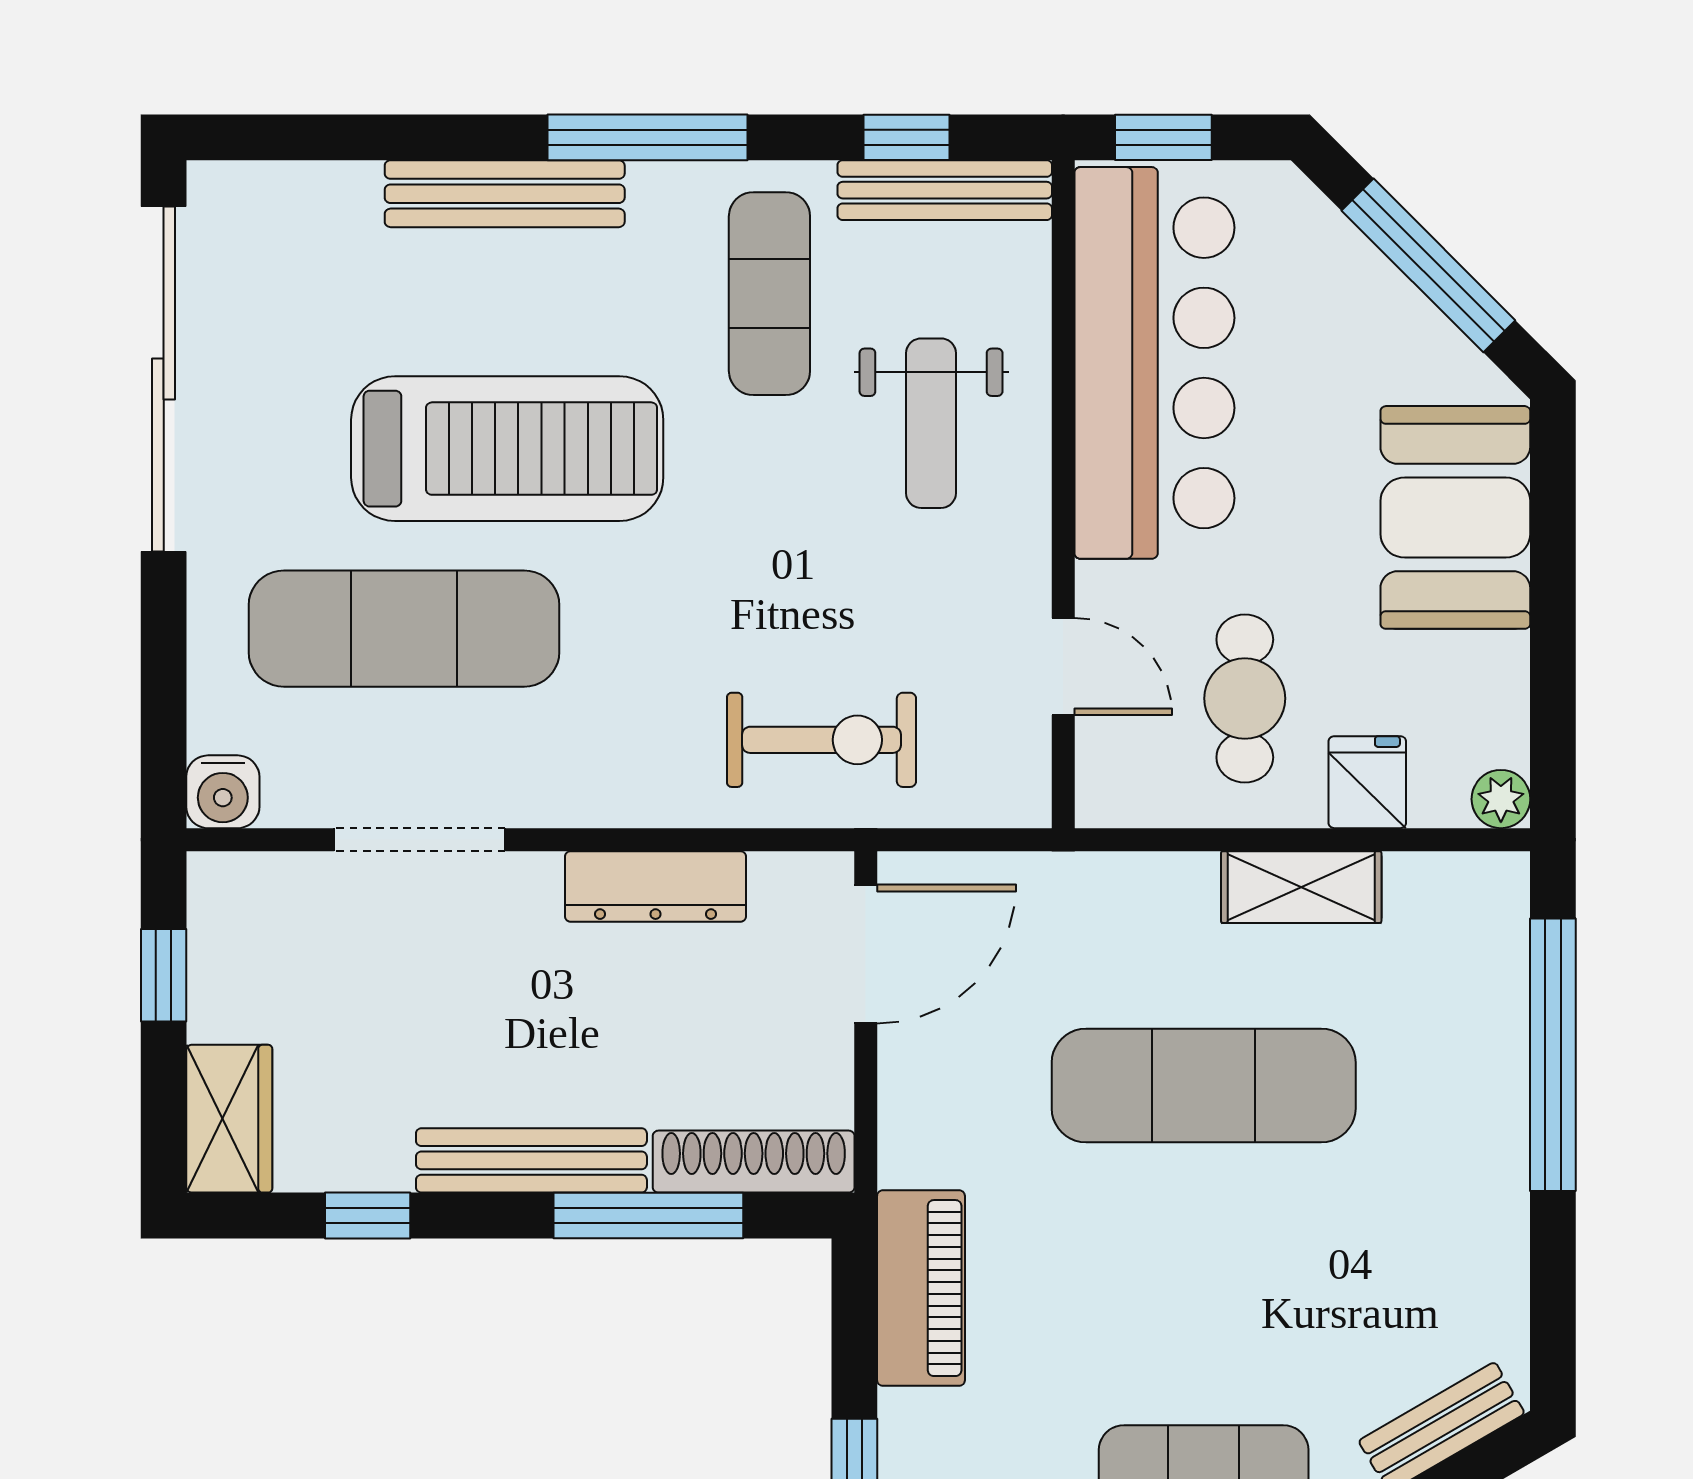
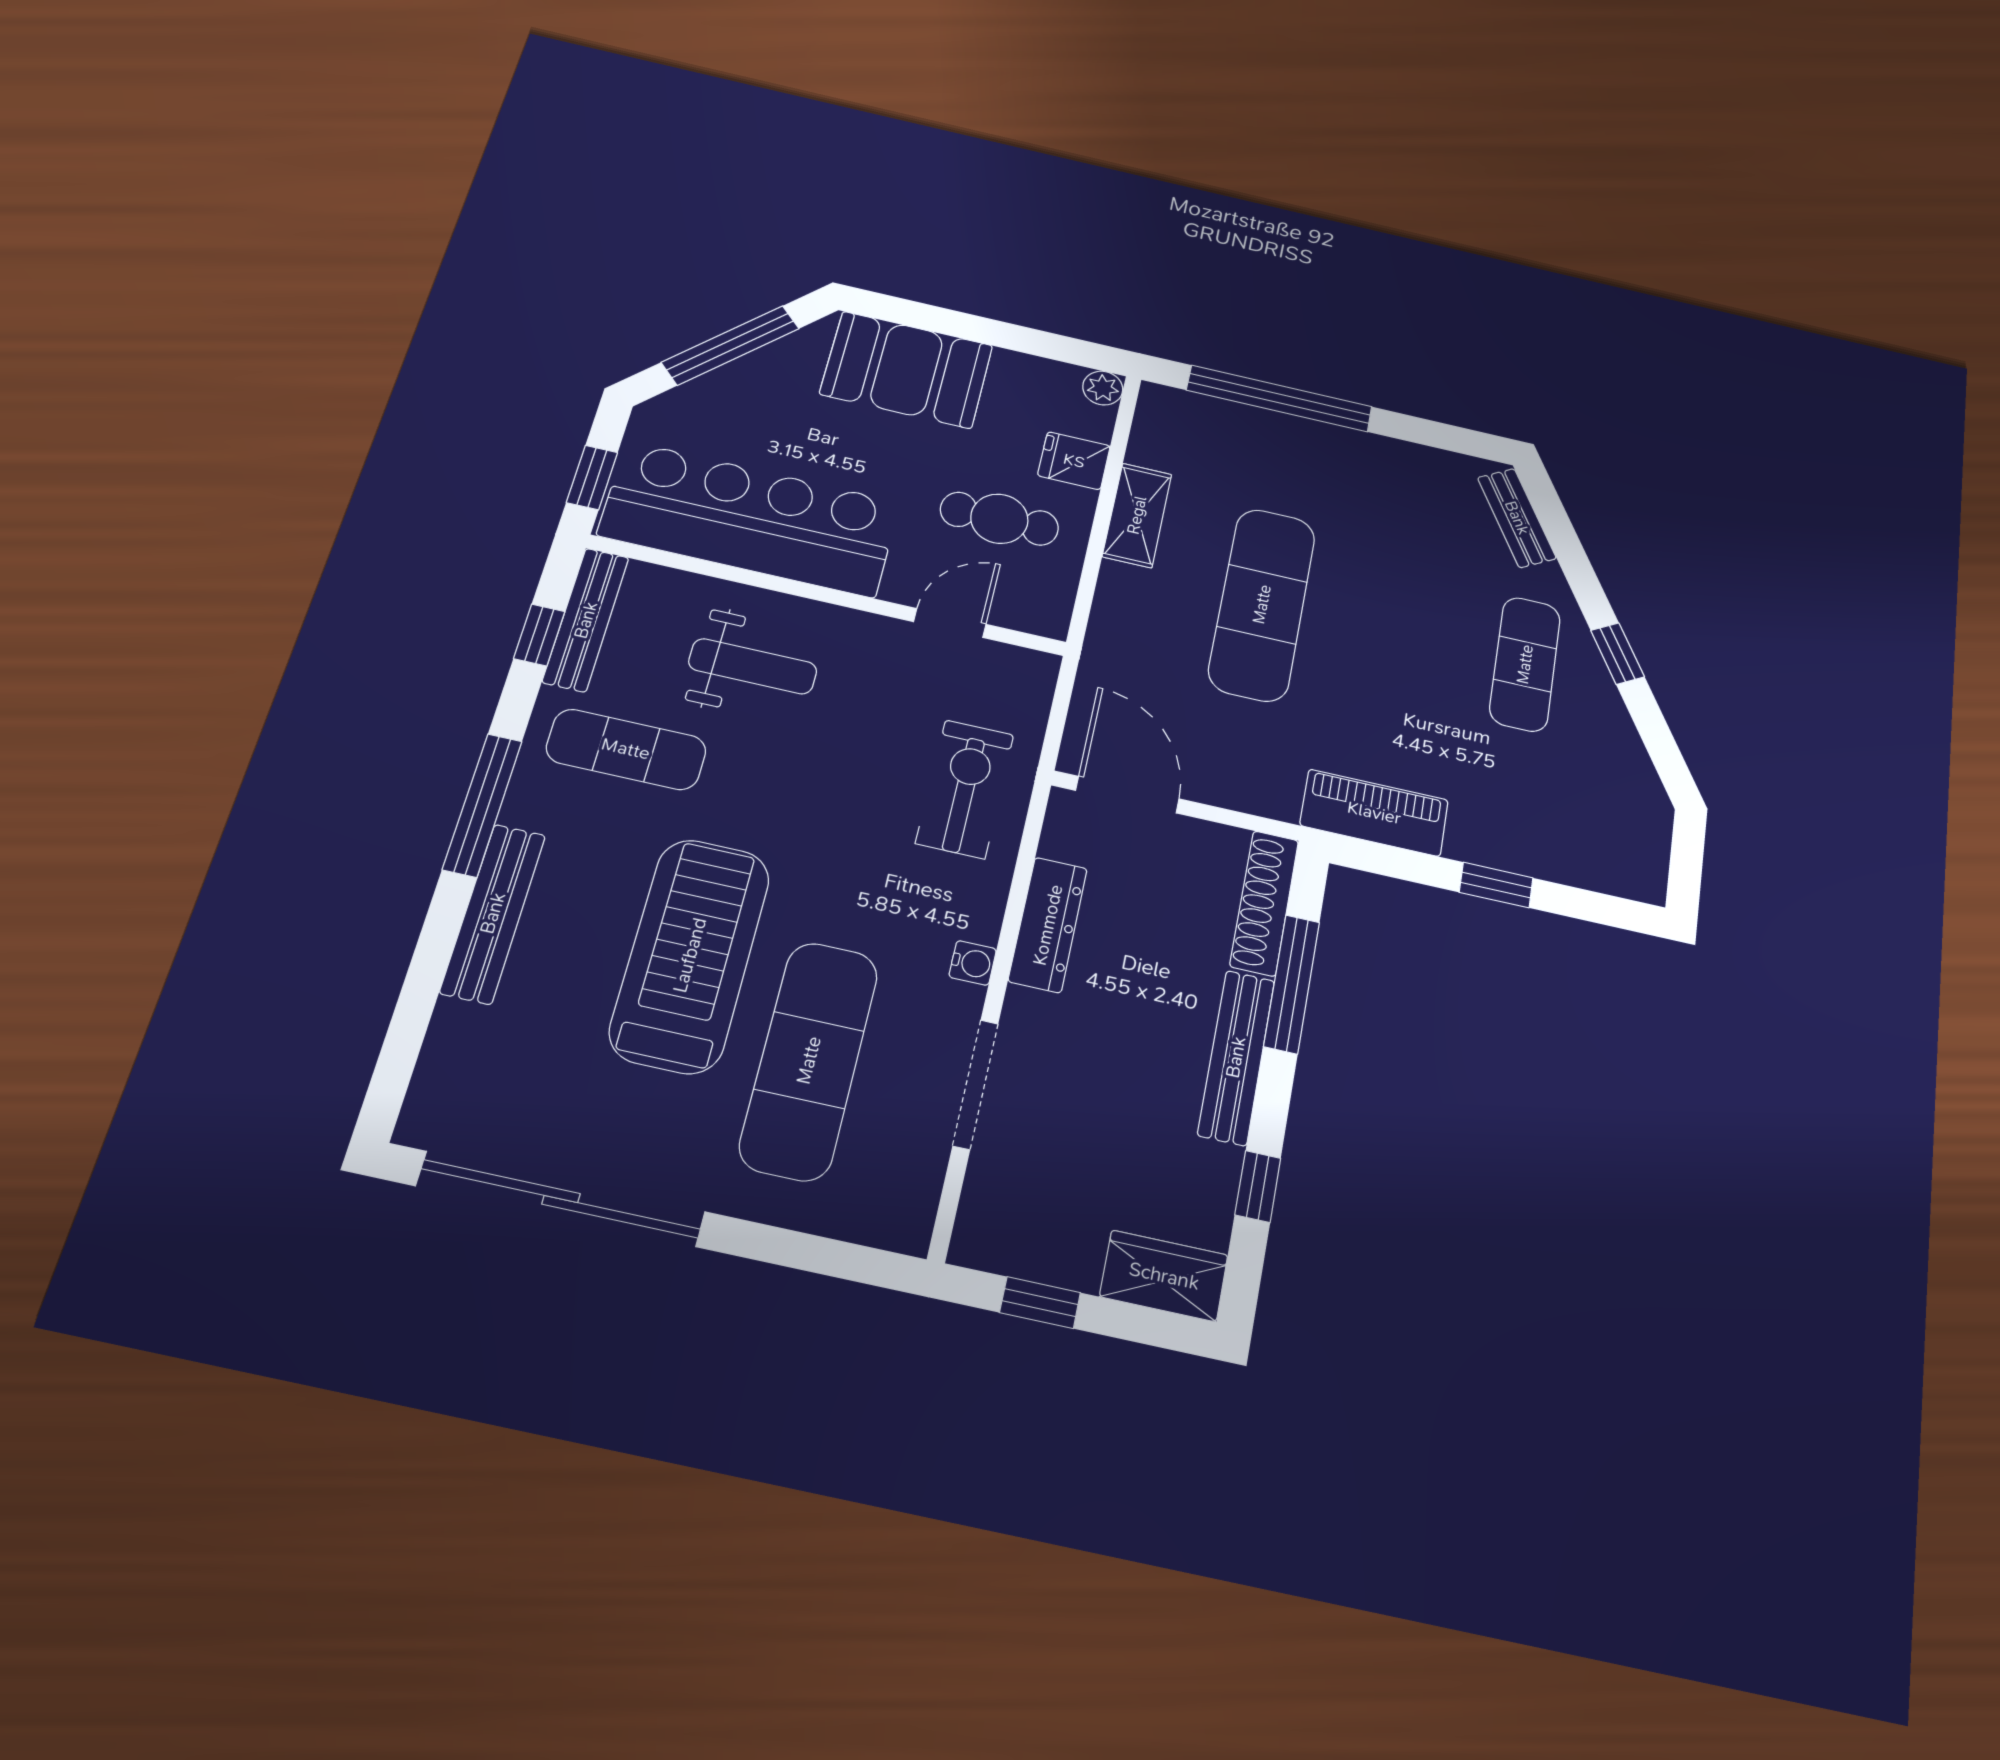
water cooler: (223, 792) -> (973, 963), moved, width x0.72, depth x0.72

